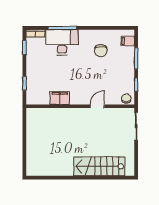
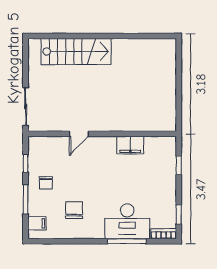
chair: (126, 99) -> (46, 183), moved

